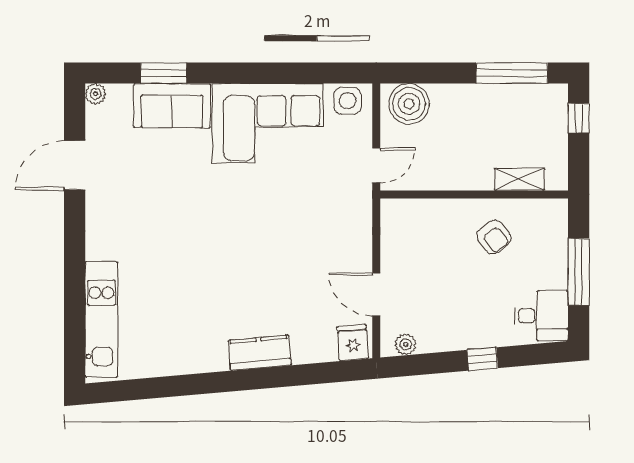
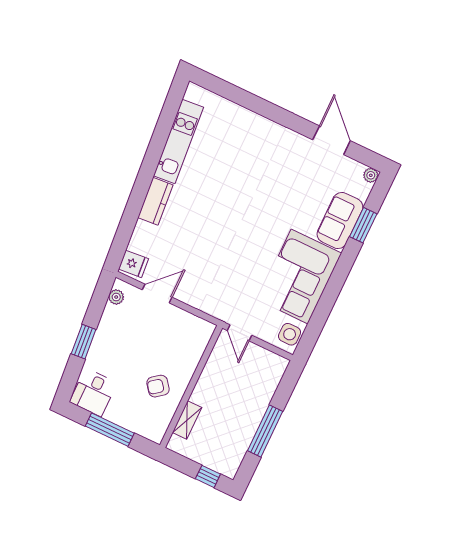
window: (512, 73) -> (265, 431), moved
boiler: (409, 104) -> (269, 373), removed
kitchen unit: (101, 319) -> (178, 142), moved, turned -95
window: (482, 359) -> (84, 342), width x1.50

